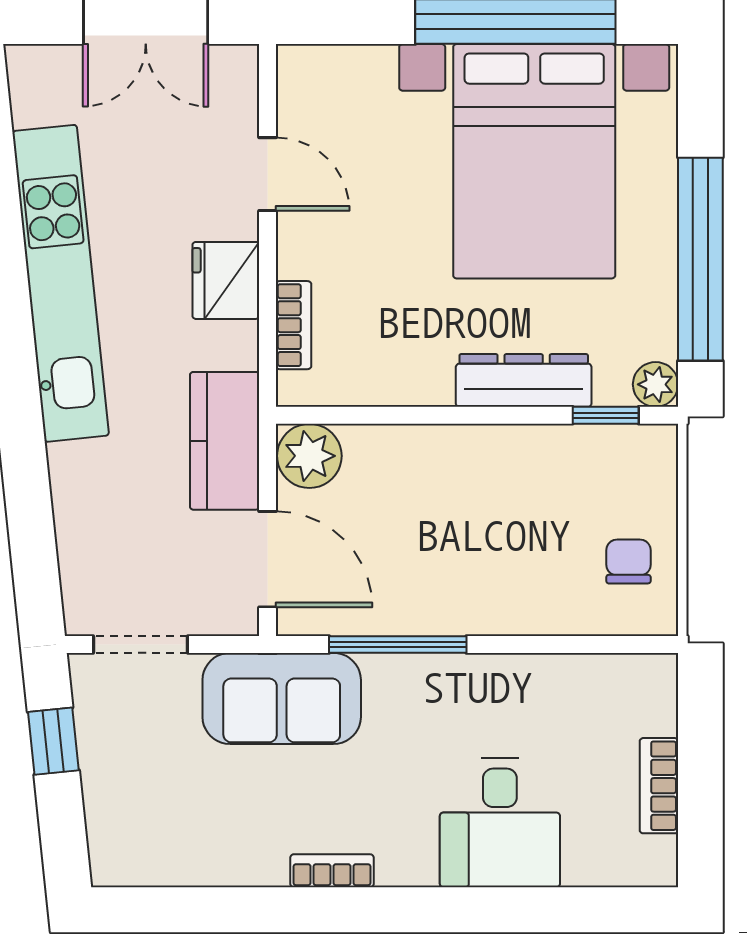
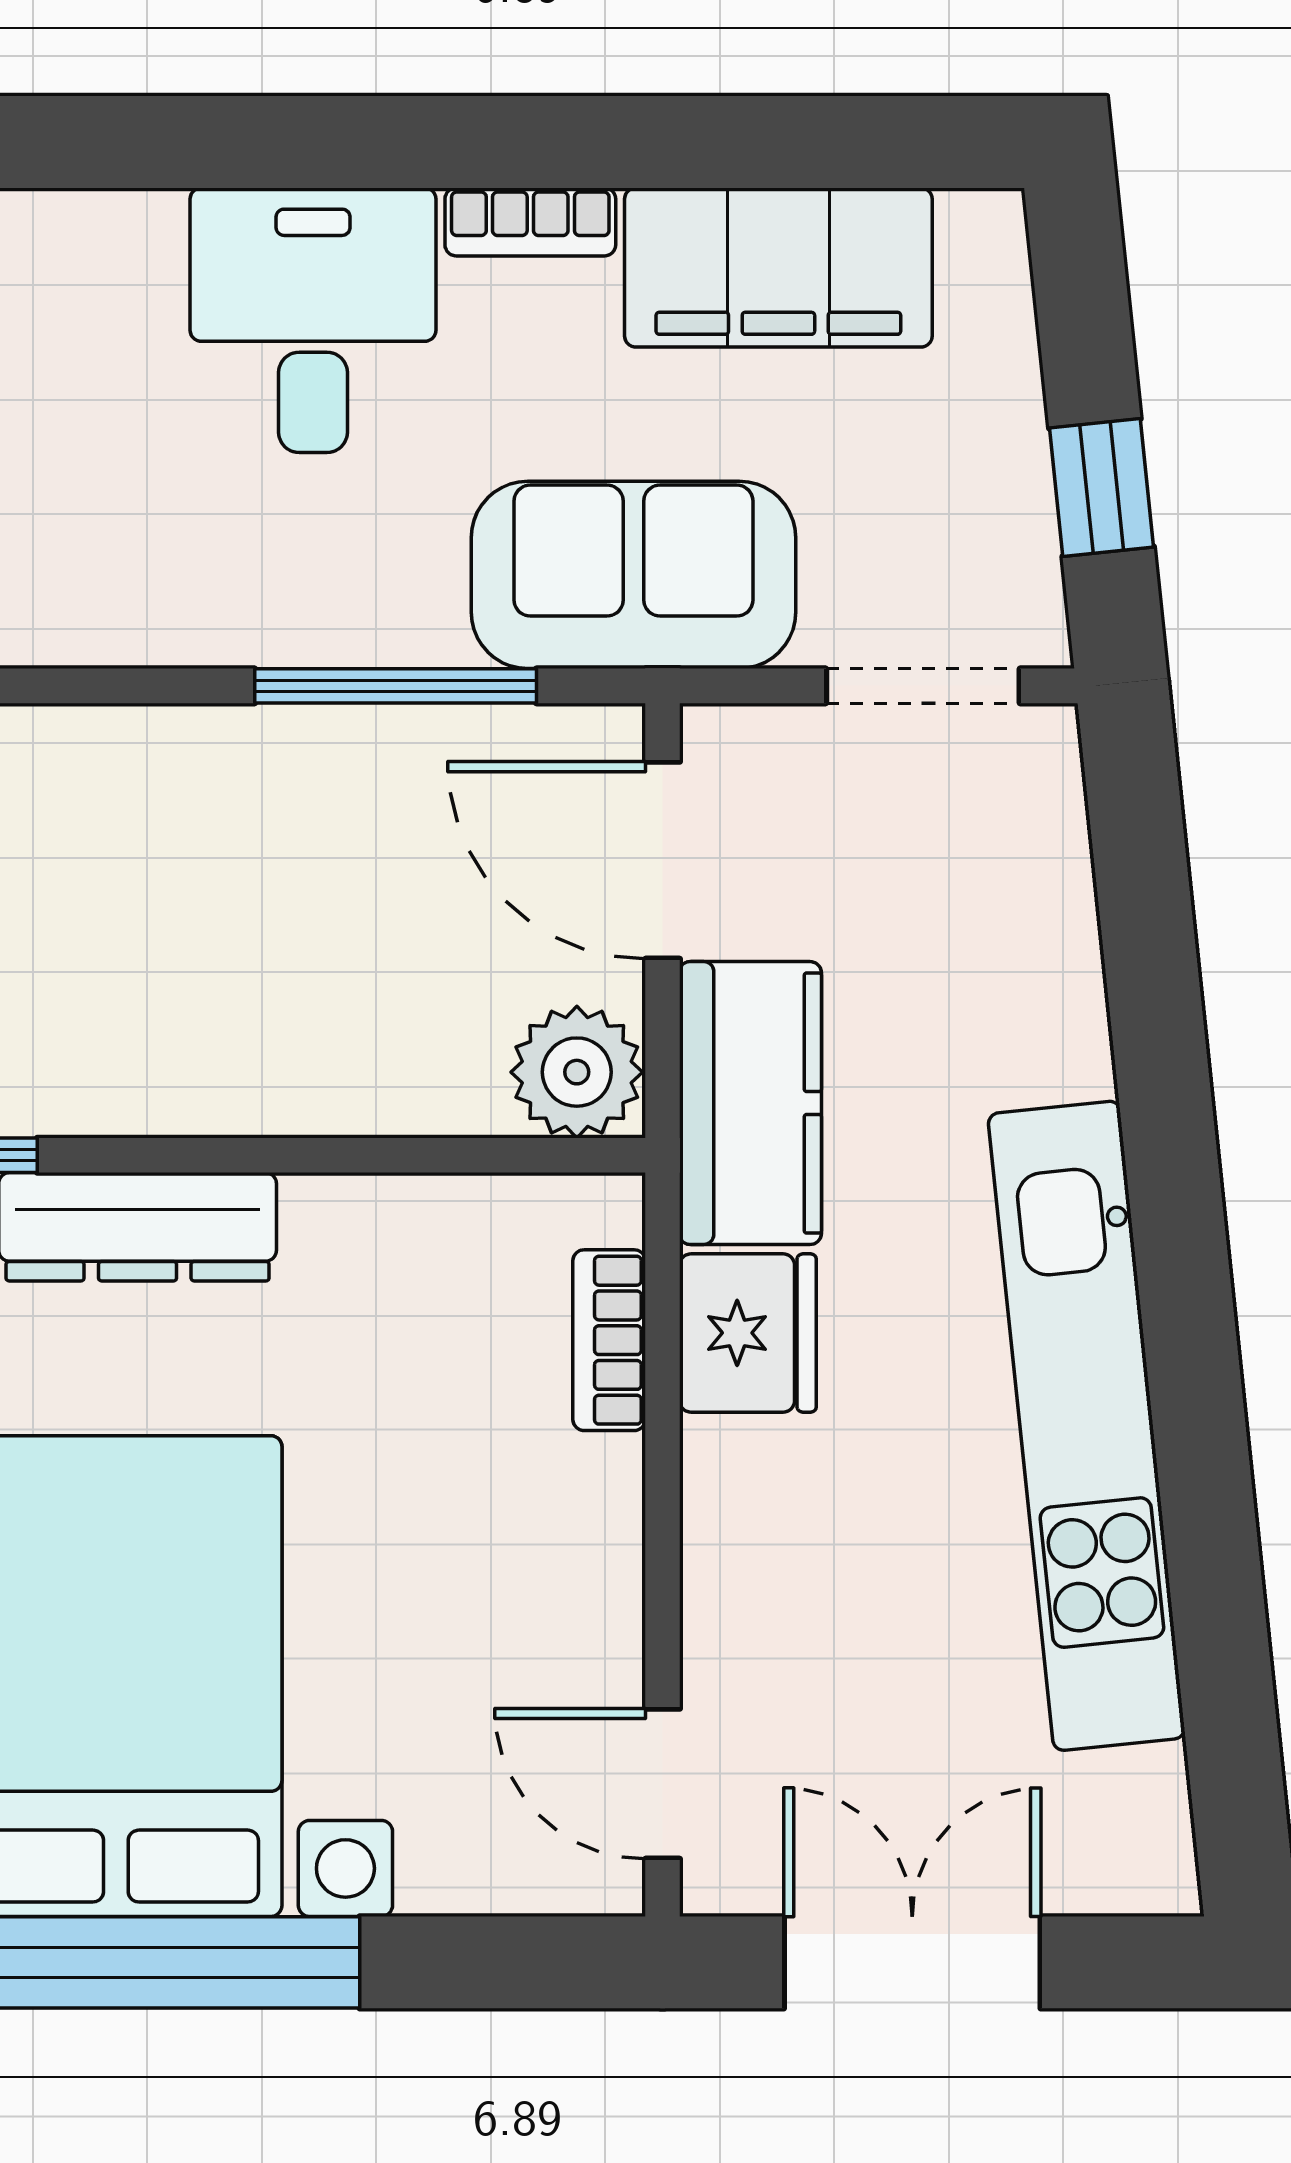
door: (267, 174) -> (663, 1784), moved
fridge: (226, 280) -> (748, 1333), moved
desk: (500, 823) -> (313, 320), moved
filing cabinet: (211, 848) -> (778, 267), added

